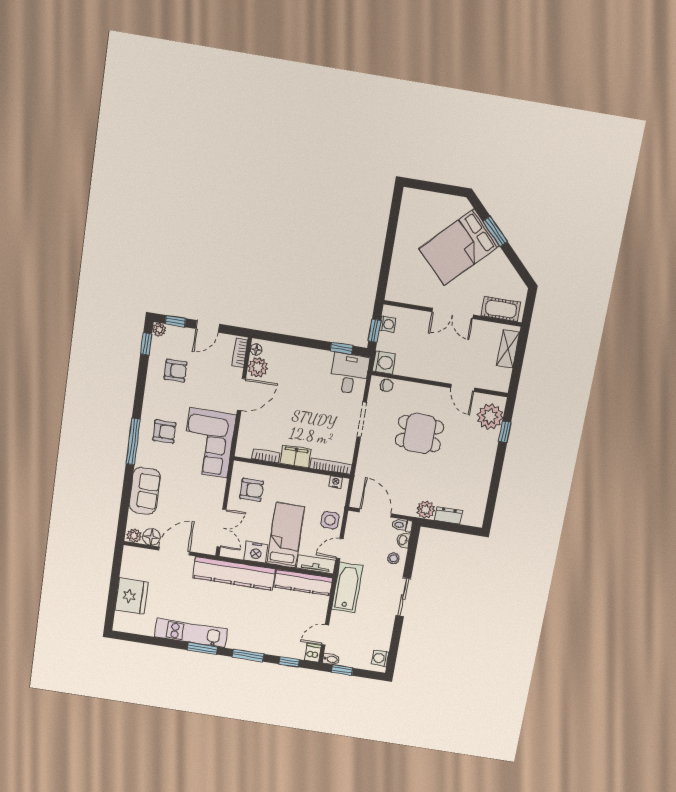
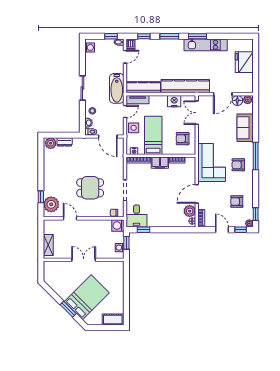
cot: (501, 309) -> (113, 320), moved
door: (208, 326) -> (222, 230), hinge flipped
plant: (426, 510) -> (51, 143), moved
bed: (286, 535) -> (153, 135), moved, turned 180

